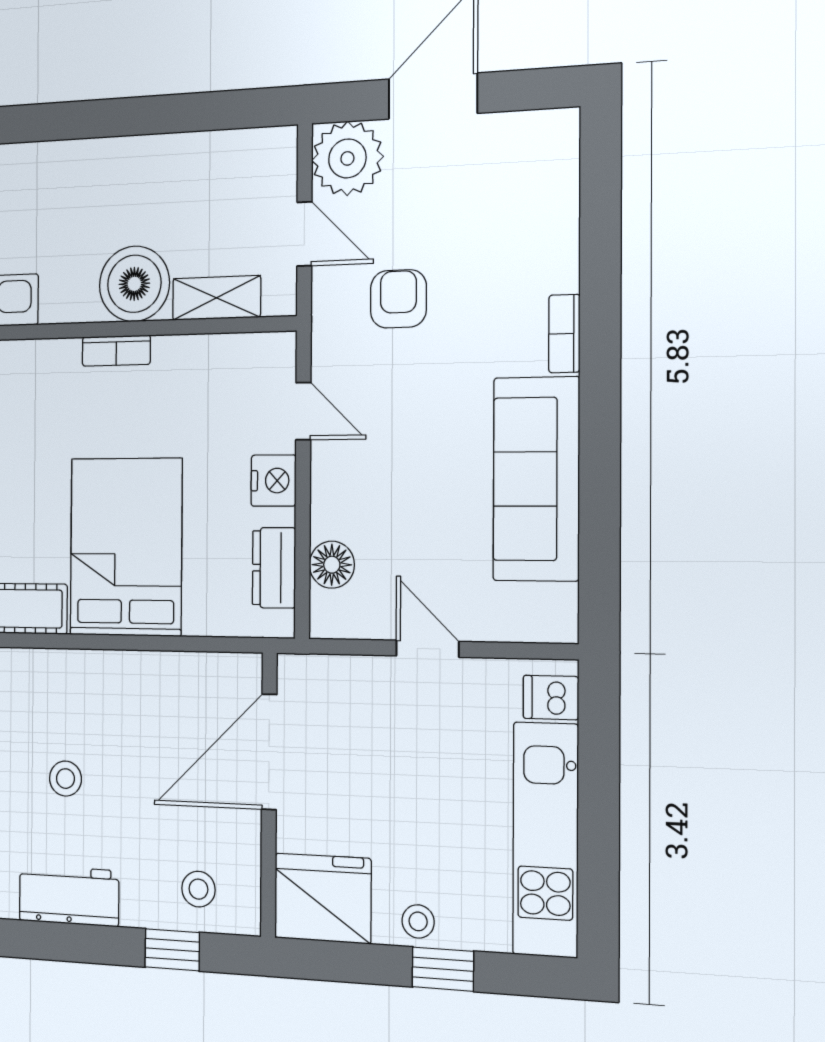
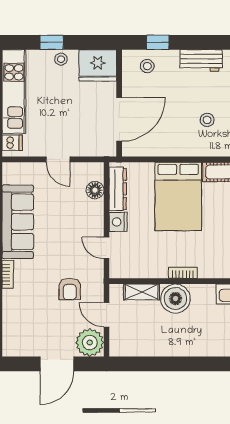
dresser: (274, 568) -> (118, 189), width x1.44
stool: (65, 779) -> (207, 120), moved

